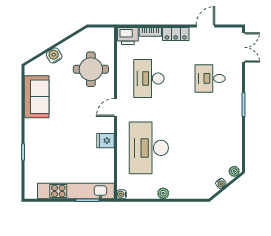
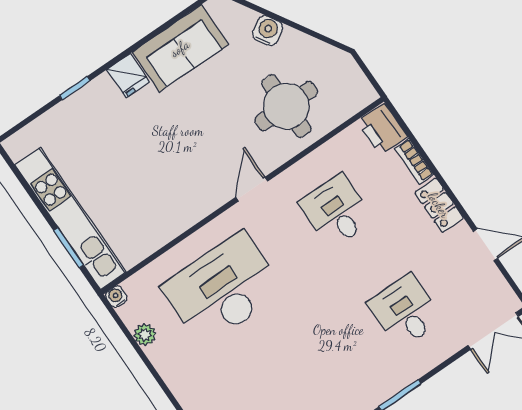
desk: (149, 78) -> (336, 211), width x0.73
door: (116, 107) -> (252, 189), hinge flipped
fridge: (105, 141) -> (128, 76), moved, turned 180
plant: (163, 193) -> (145, 335), moved

